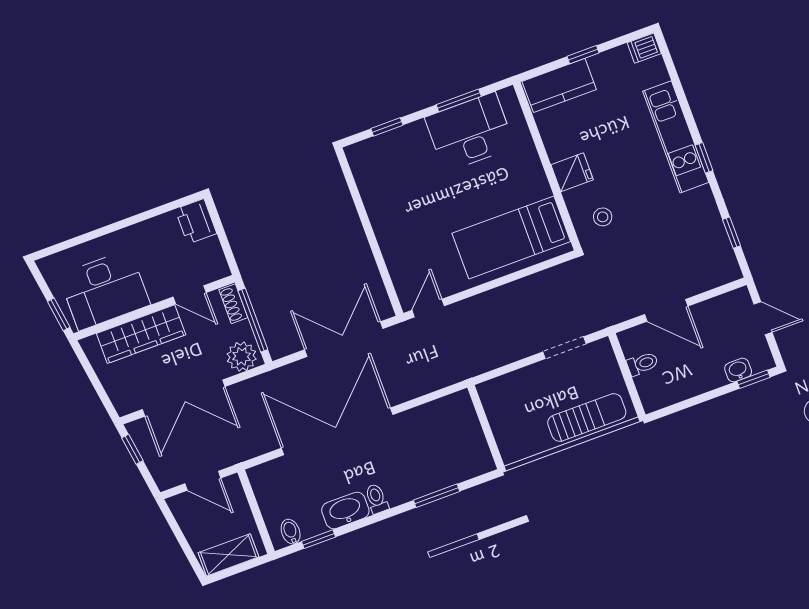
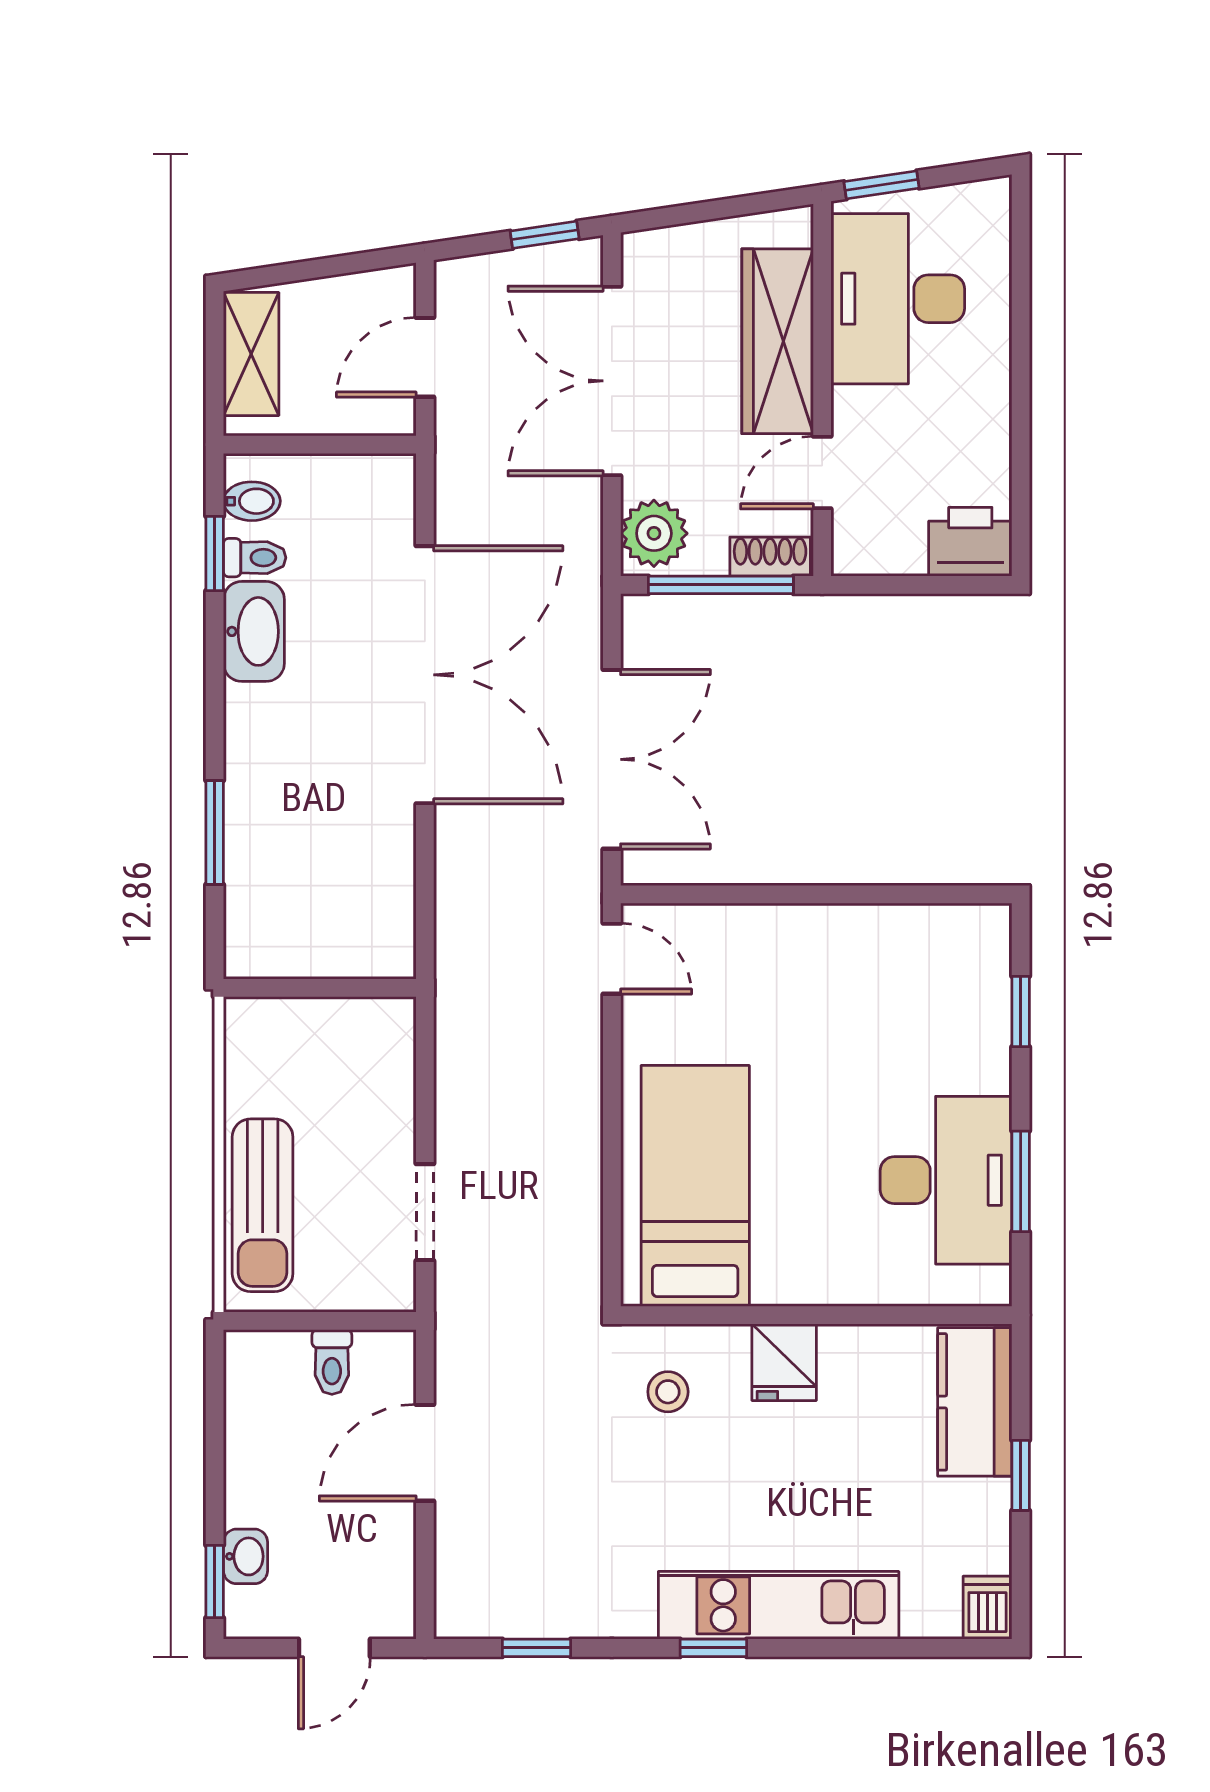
toilet: (377, 499) -> (255, 558), moved

